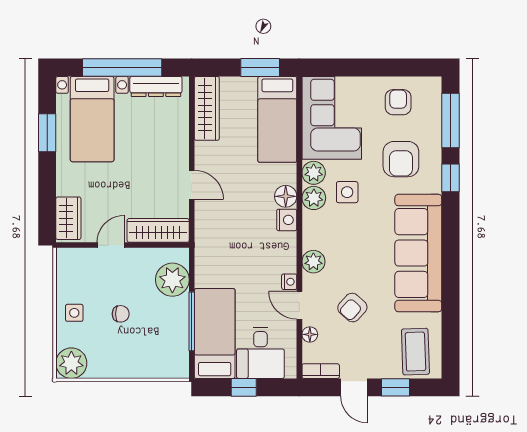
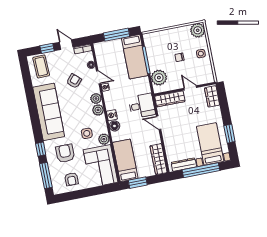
plant: (314, 198) -> (98, 110), moved
door: (111, 245) -> (190, 88), swing flipped
desk: (260, 353) -> (142, 106), moved, turned 90
window: (244, 387) -> (117, 35), width x2.17

